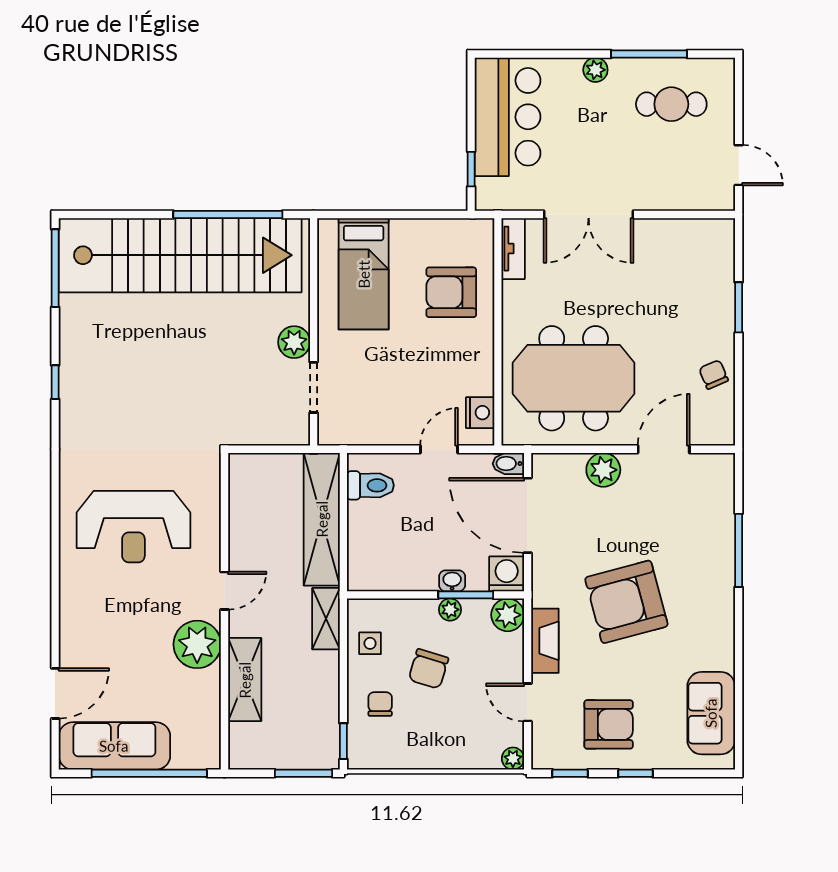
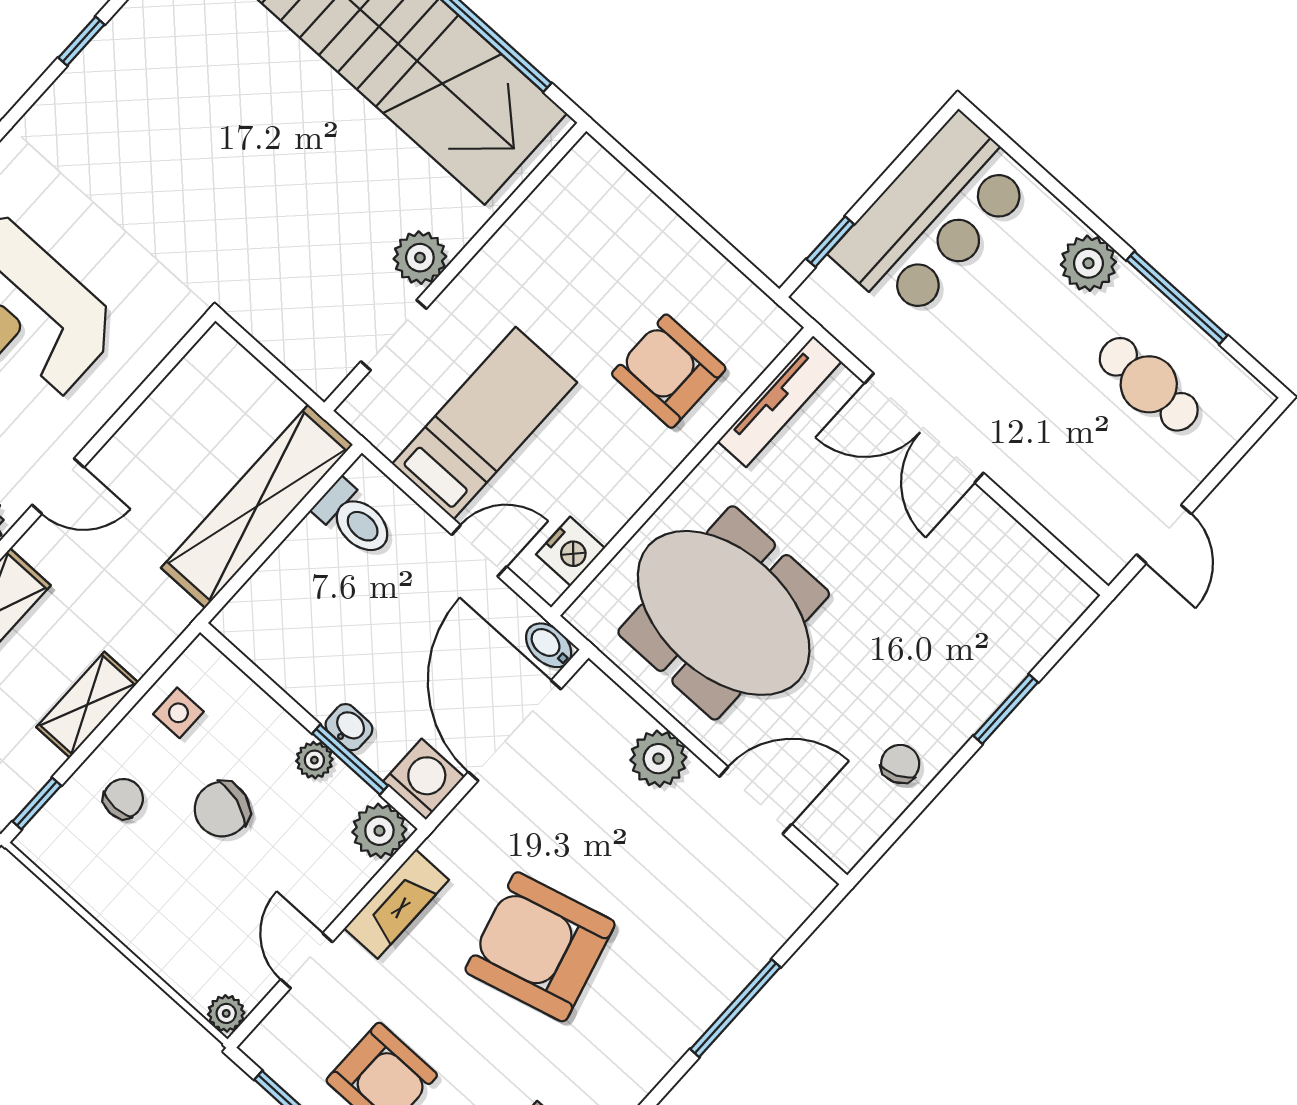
plant: (595, 70) -> (1088, 263), width x1.38, depth x1.38
tv unit: (513, 249) -> (780, 401), width x1.41
bed: (364, 274) -> (485, 423), moved, turned 180
shelving: (326, 619) -> (87, 705), moved

